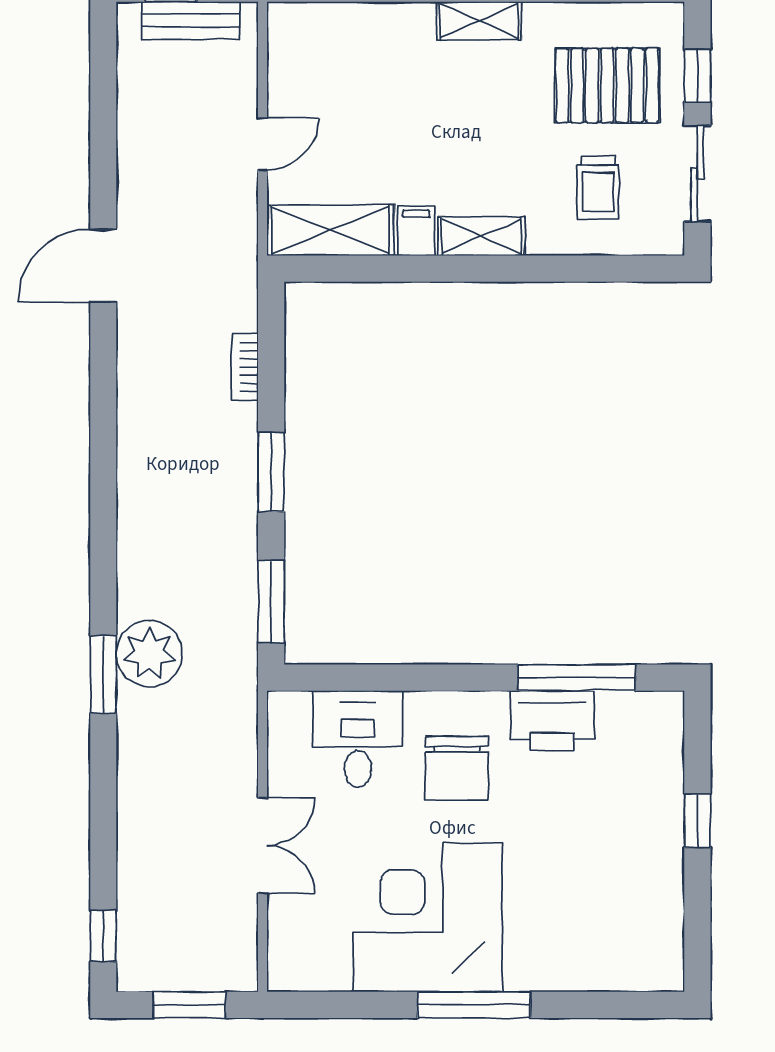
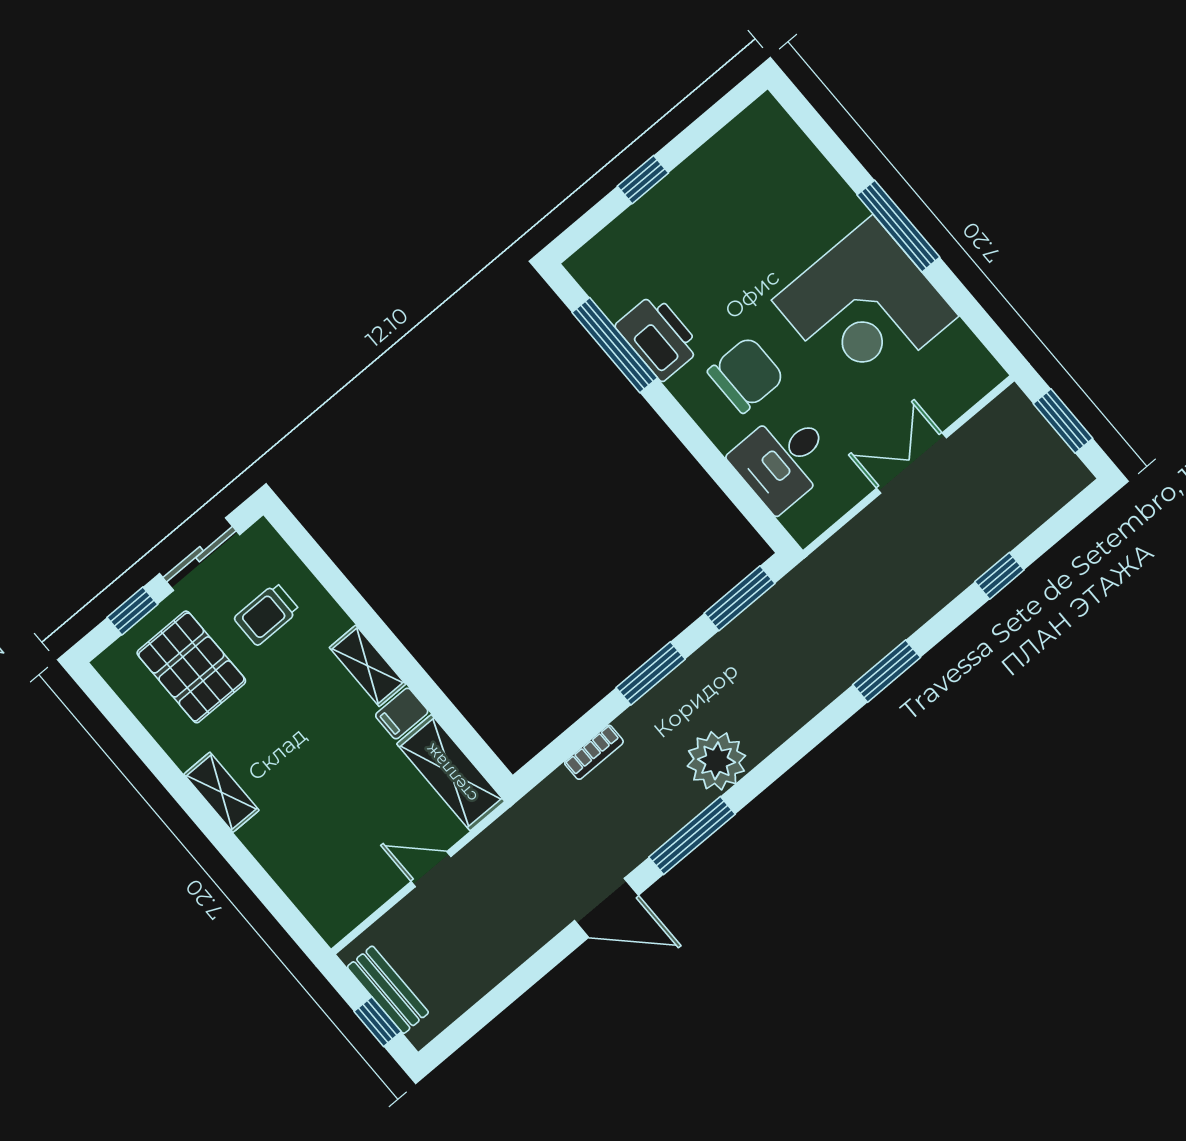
trolley: (598, 188) -> (267, 614), turned 180
window: (103, 391) -> (692, 836), added
plant: (149, 654) -> (716, 761), moved
window: (103, 936) -> (999, 576), moved

